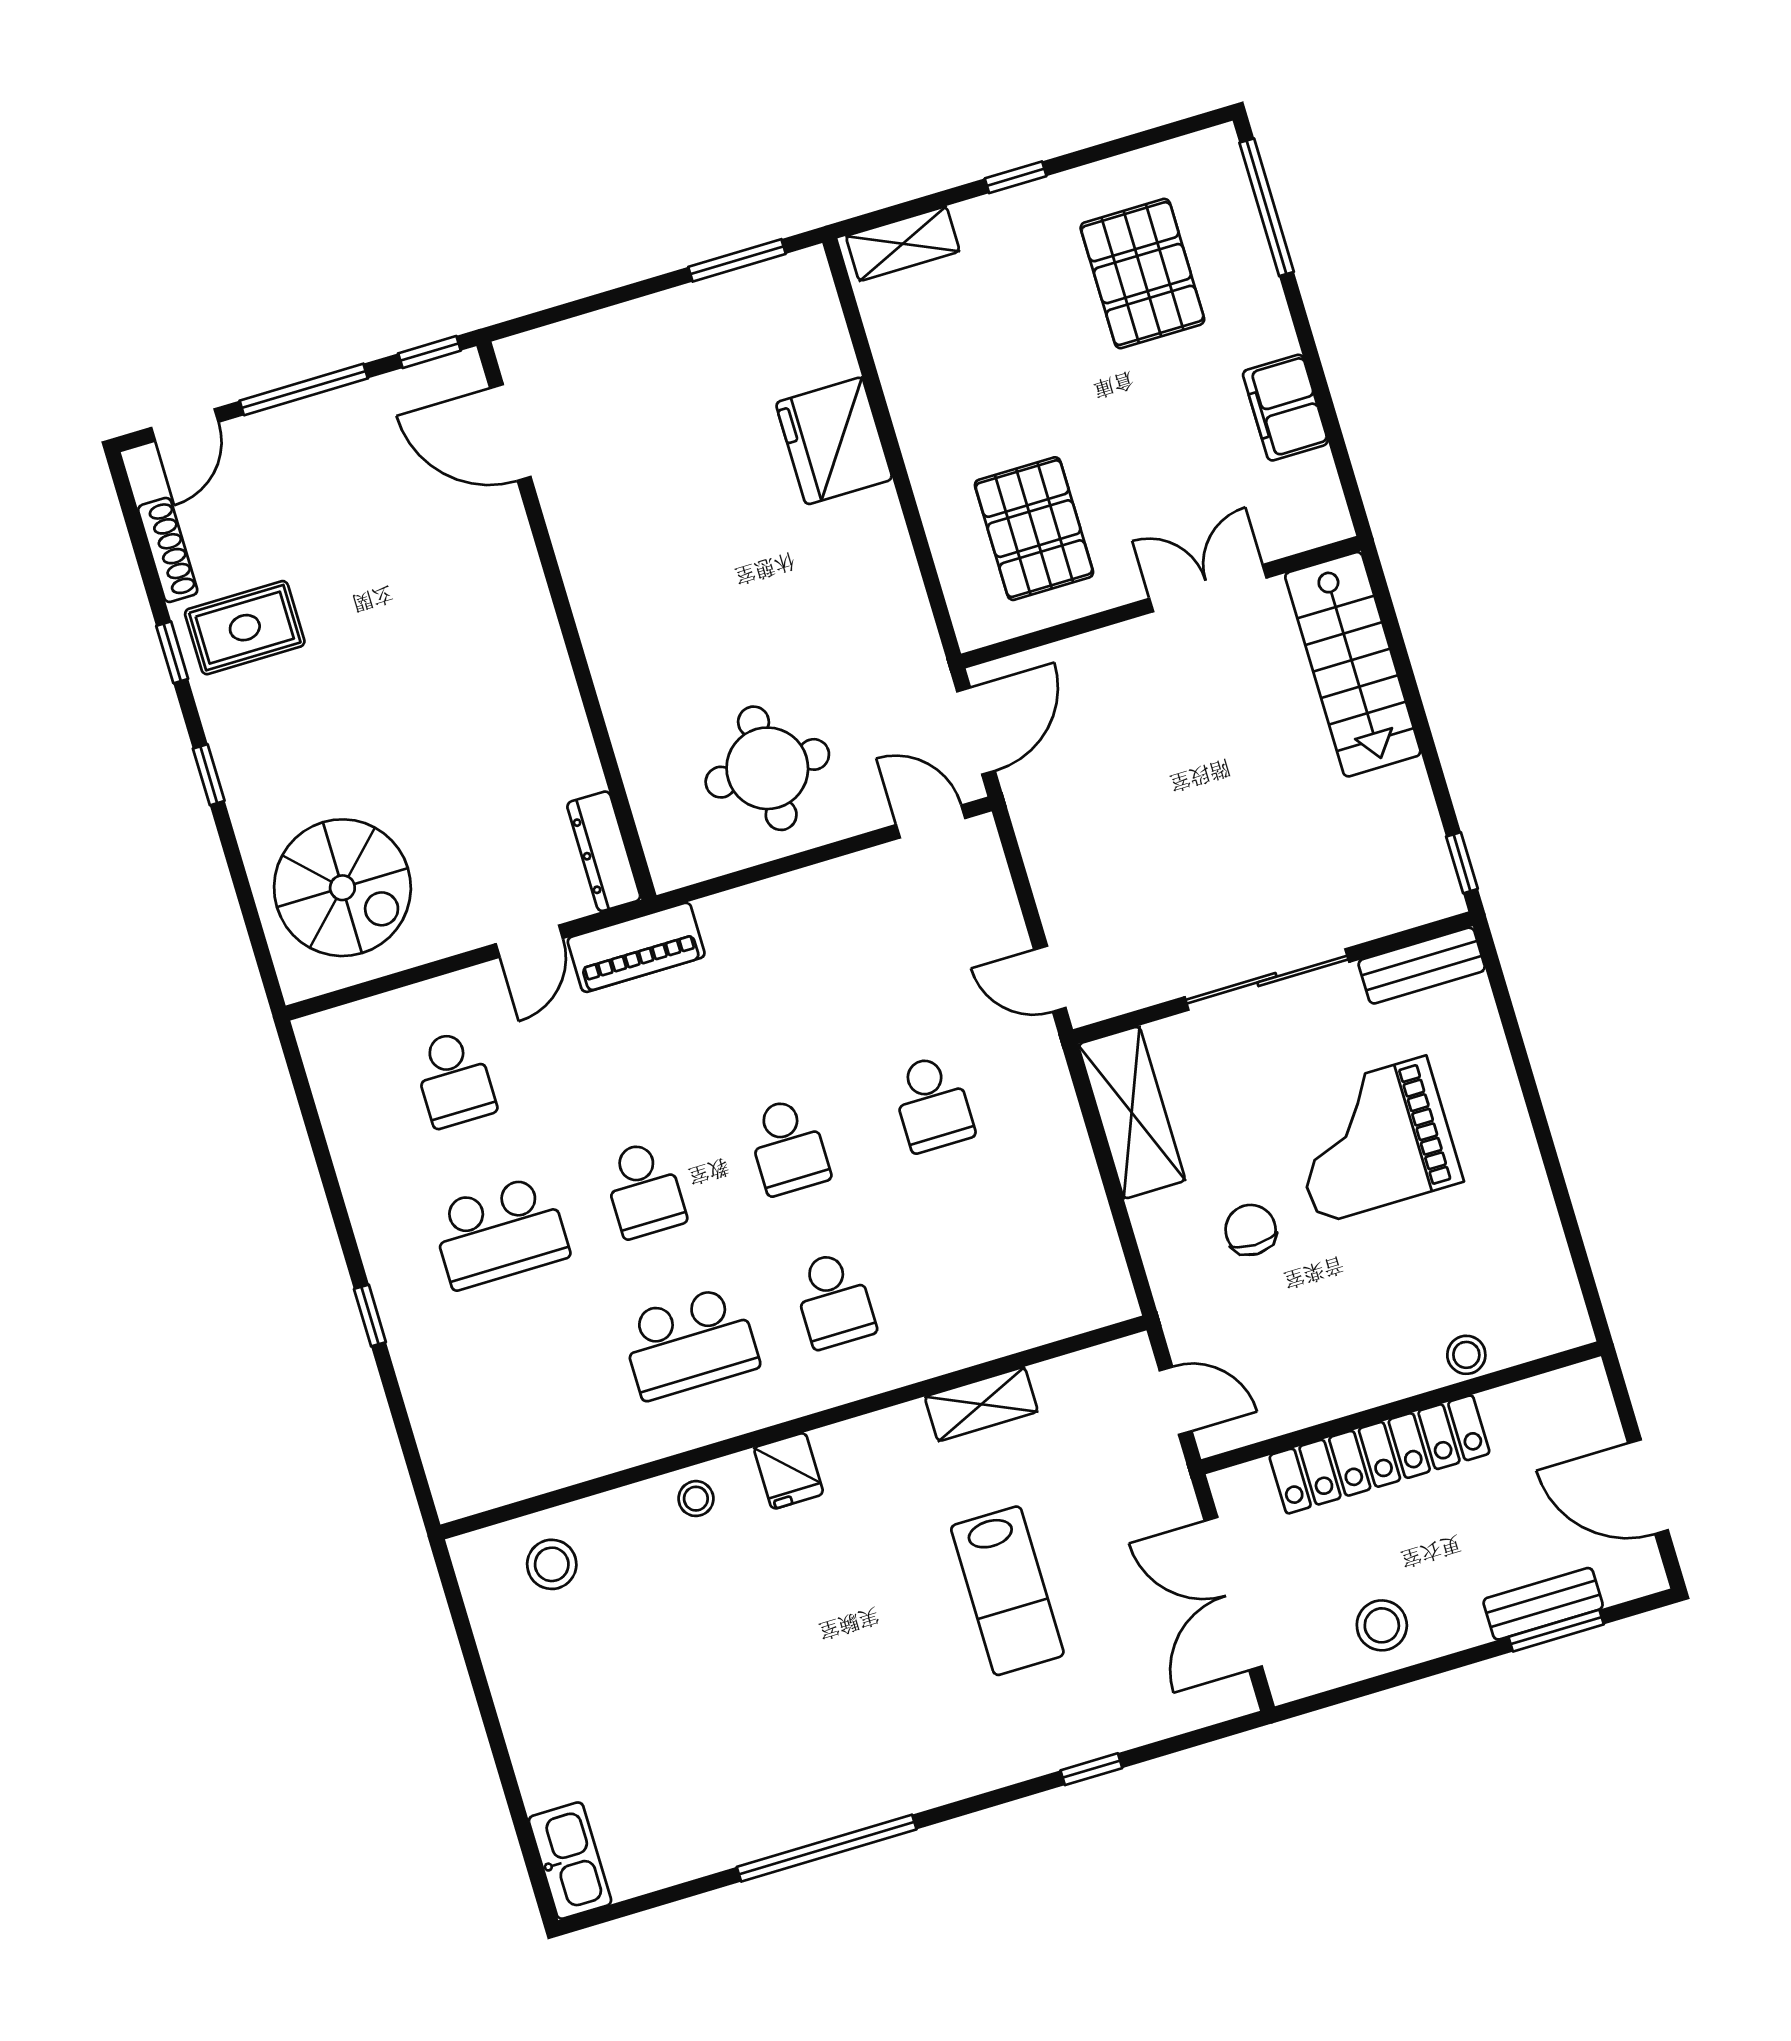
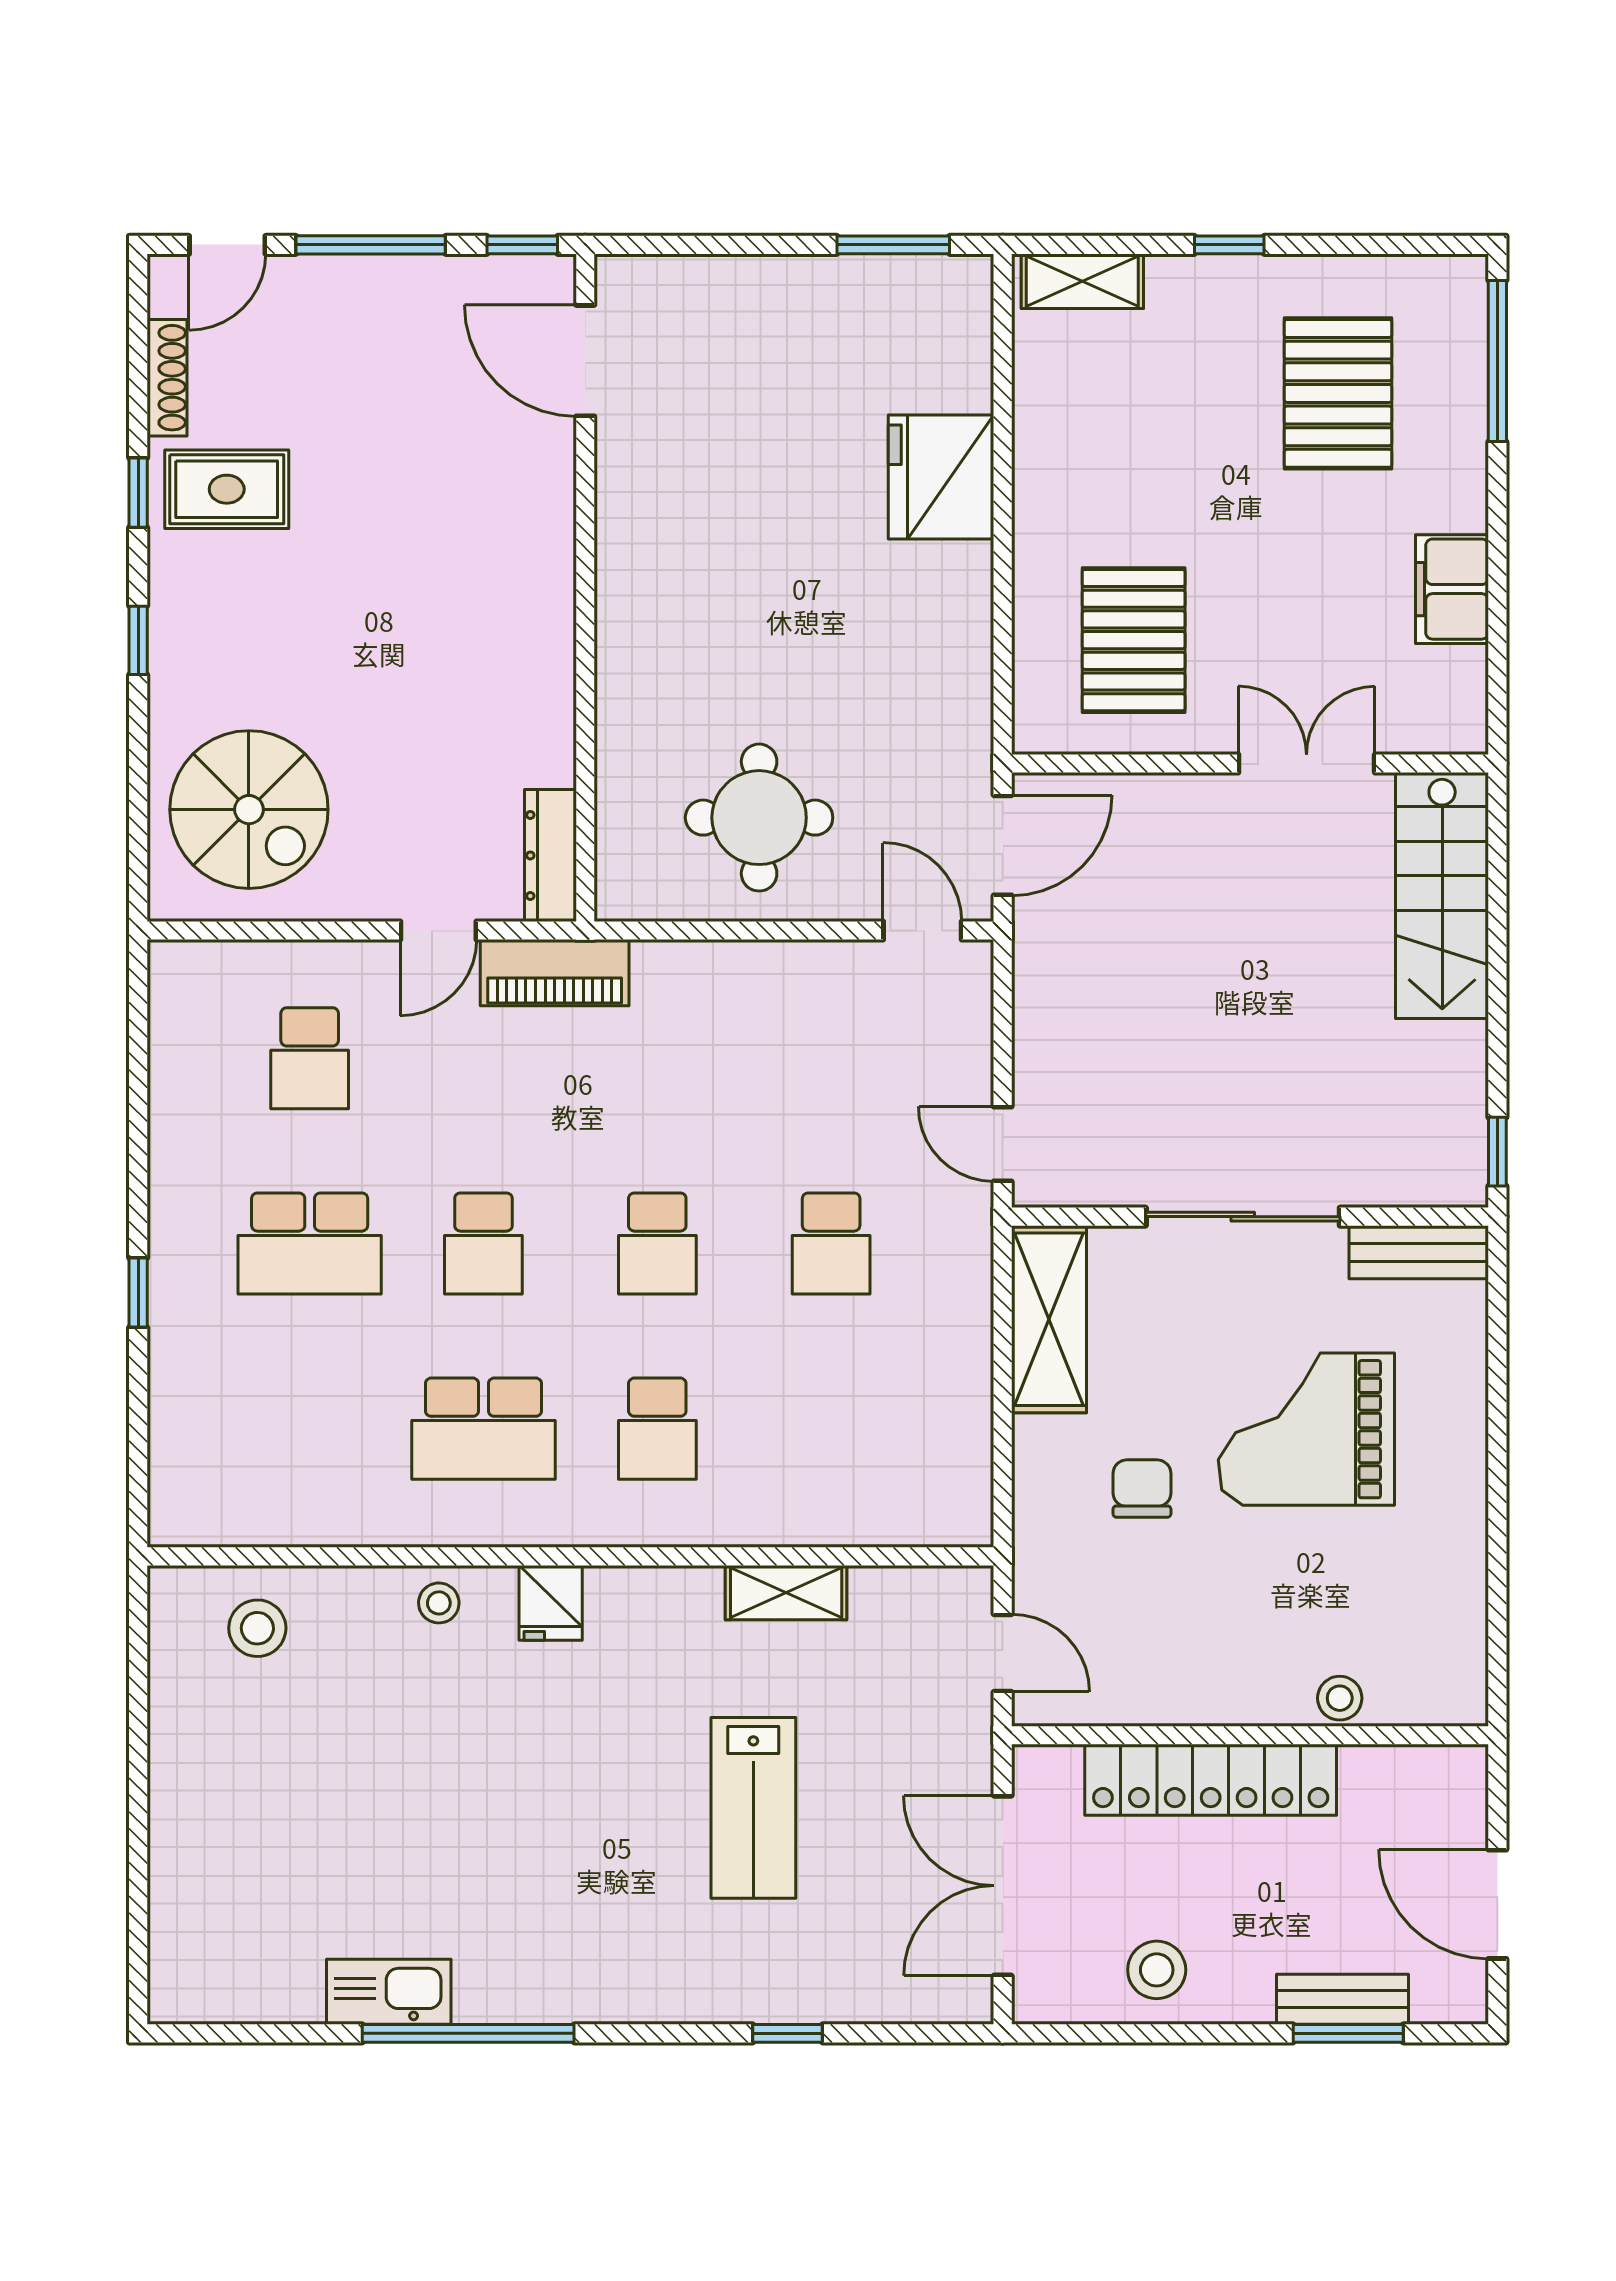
kitchen sink: (570, 1861) -> (389, 1992), moved, turned -90

